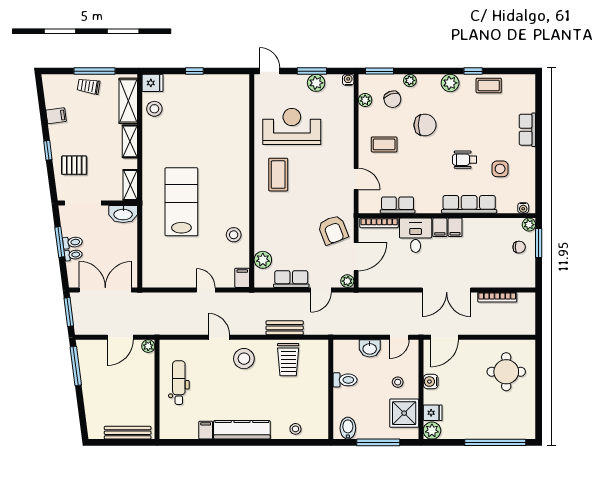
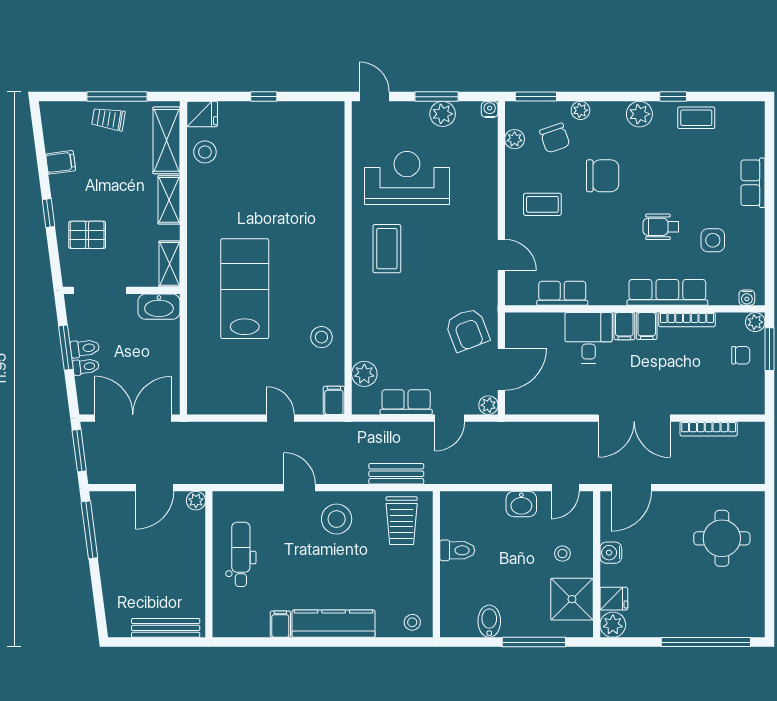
bookcase: (379, 223) -> (687, 320), moved
toilet: (345, 380) -> (457, 550), moved
wall: (331, 389) -> (436, 564), moved

